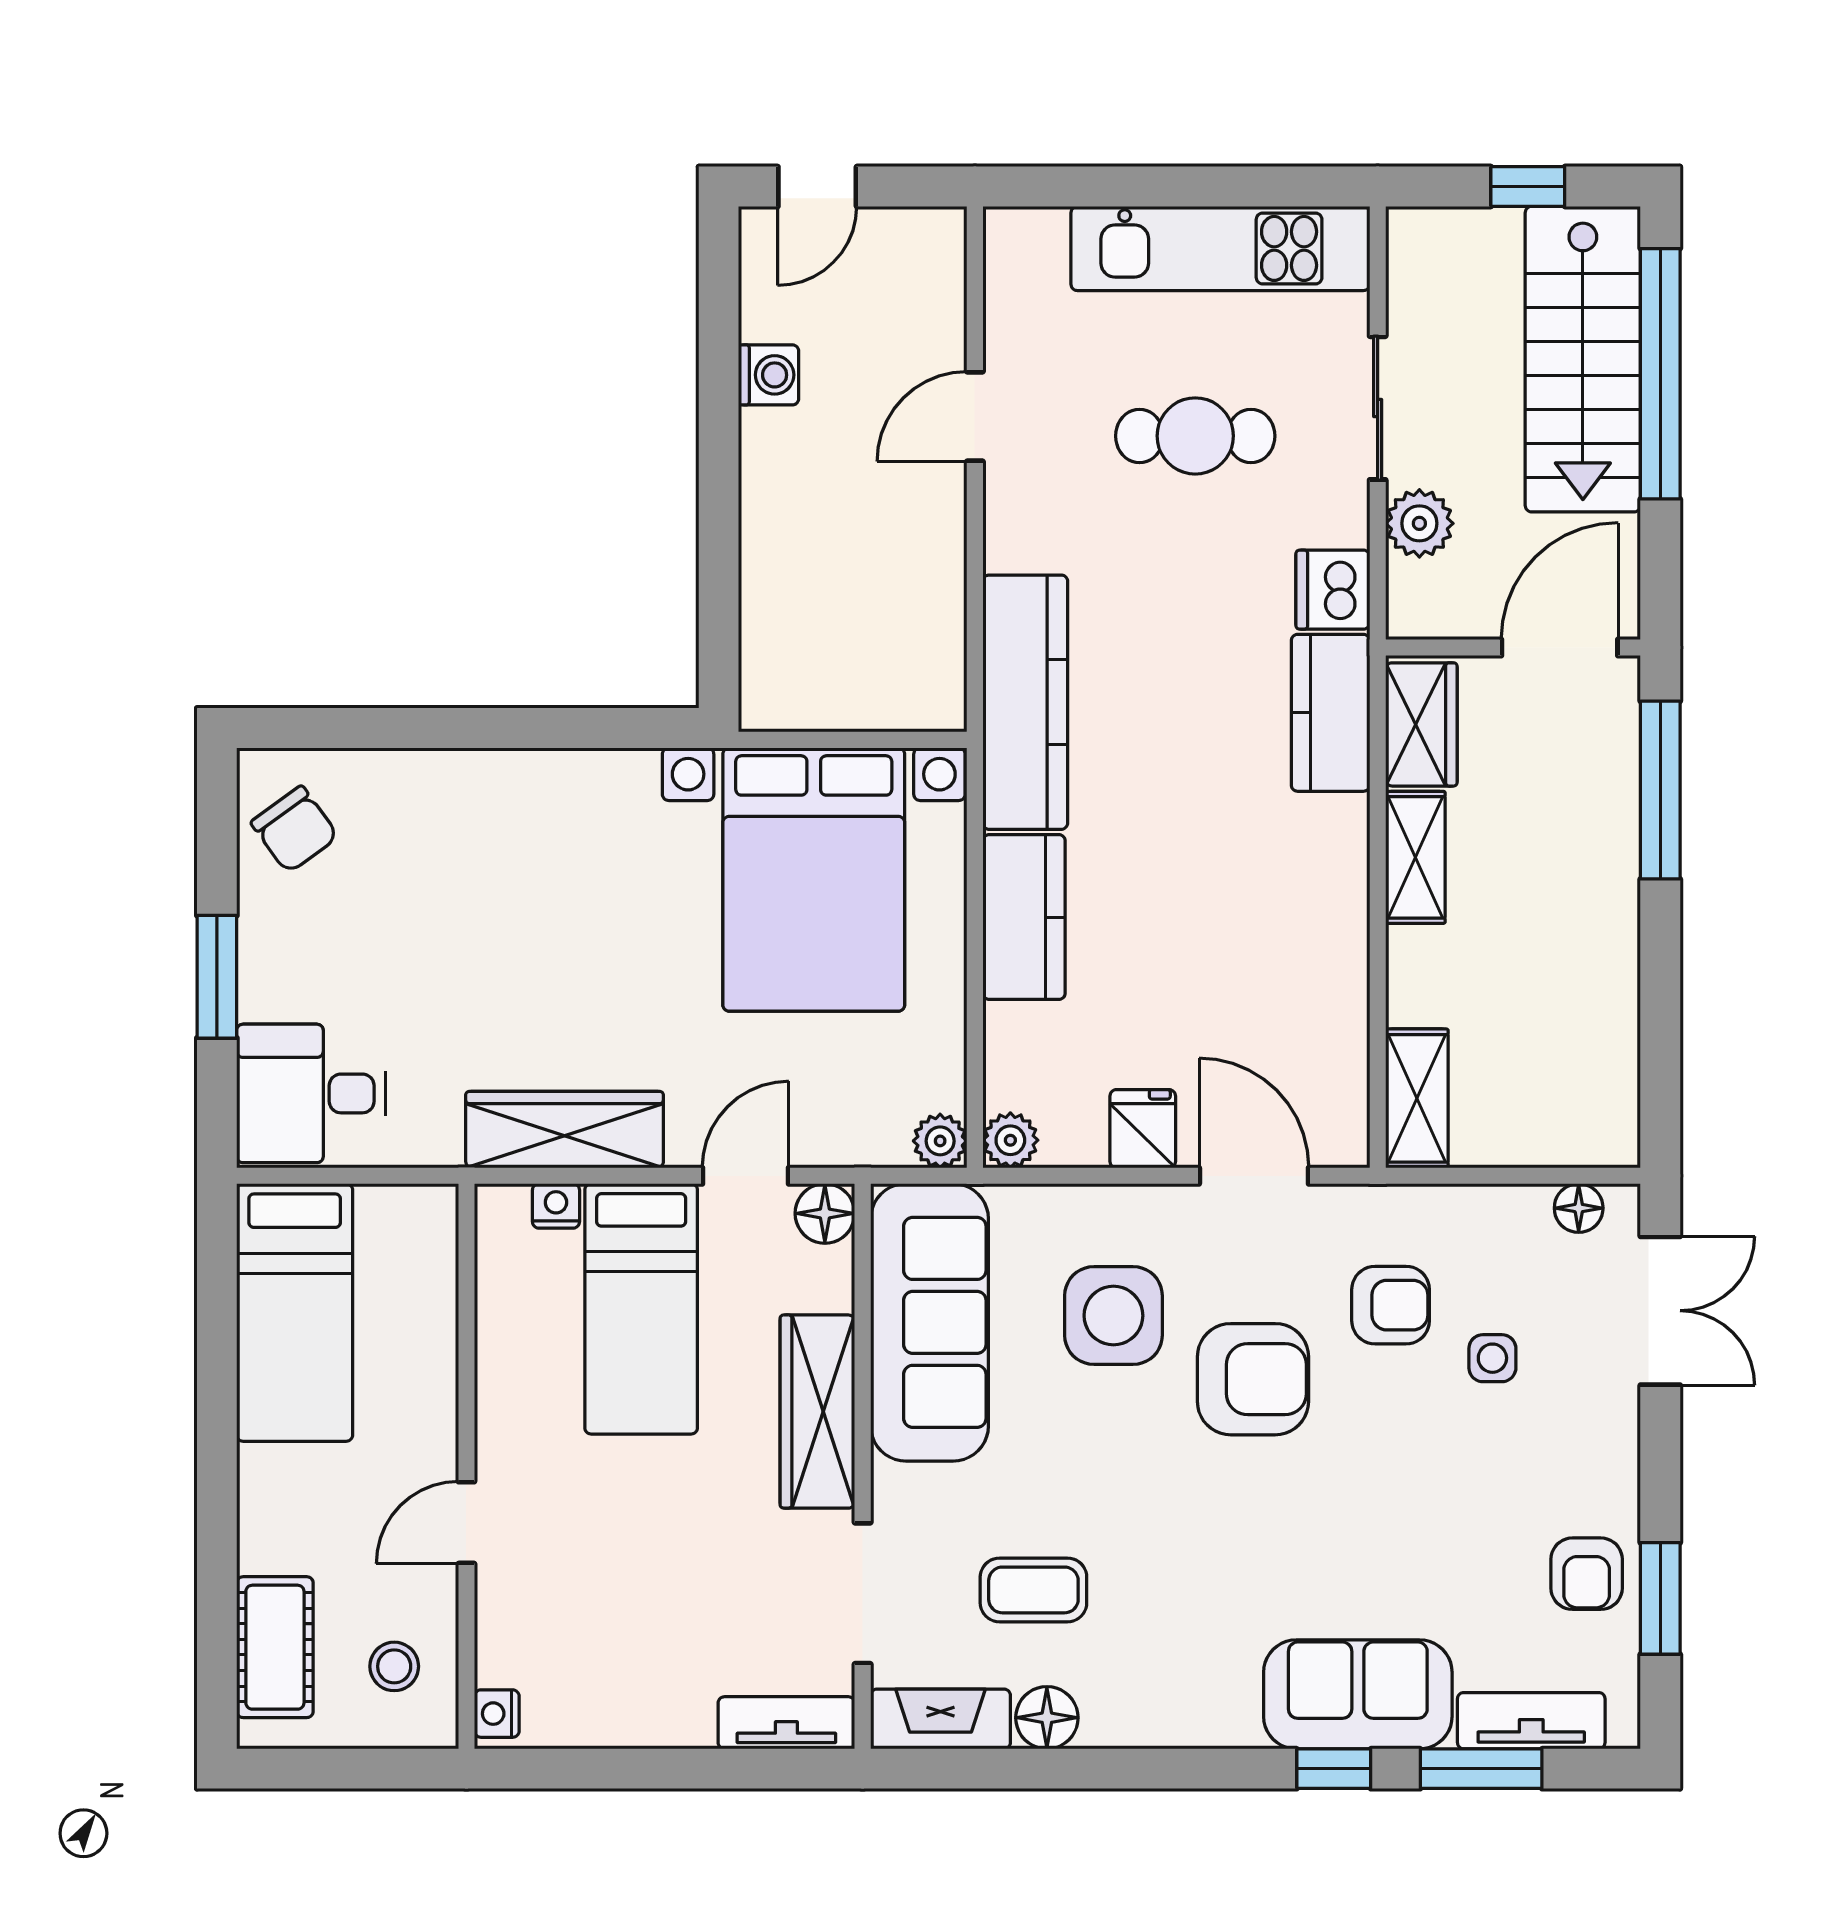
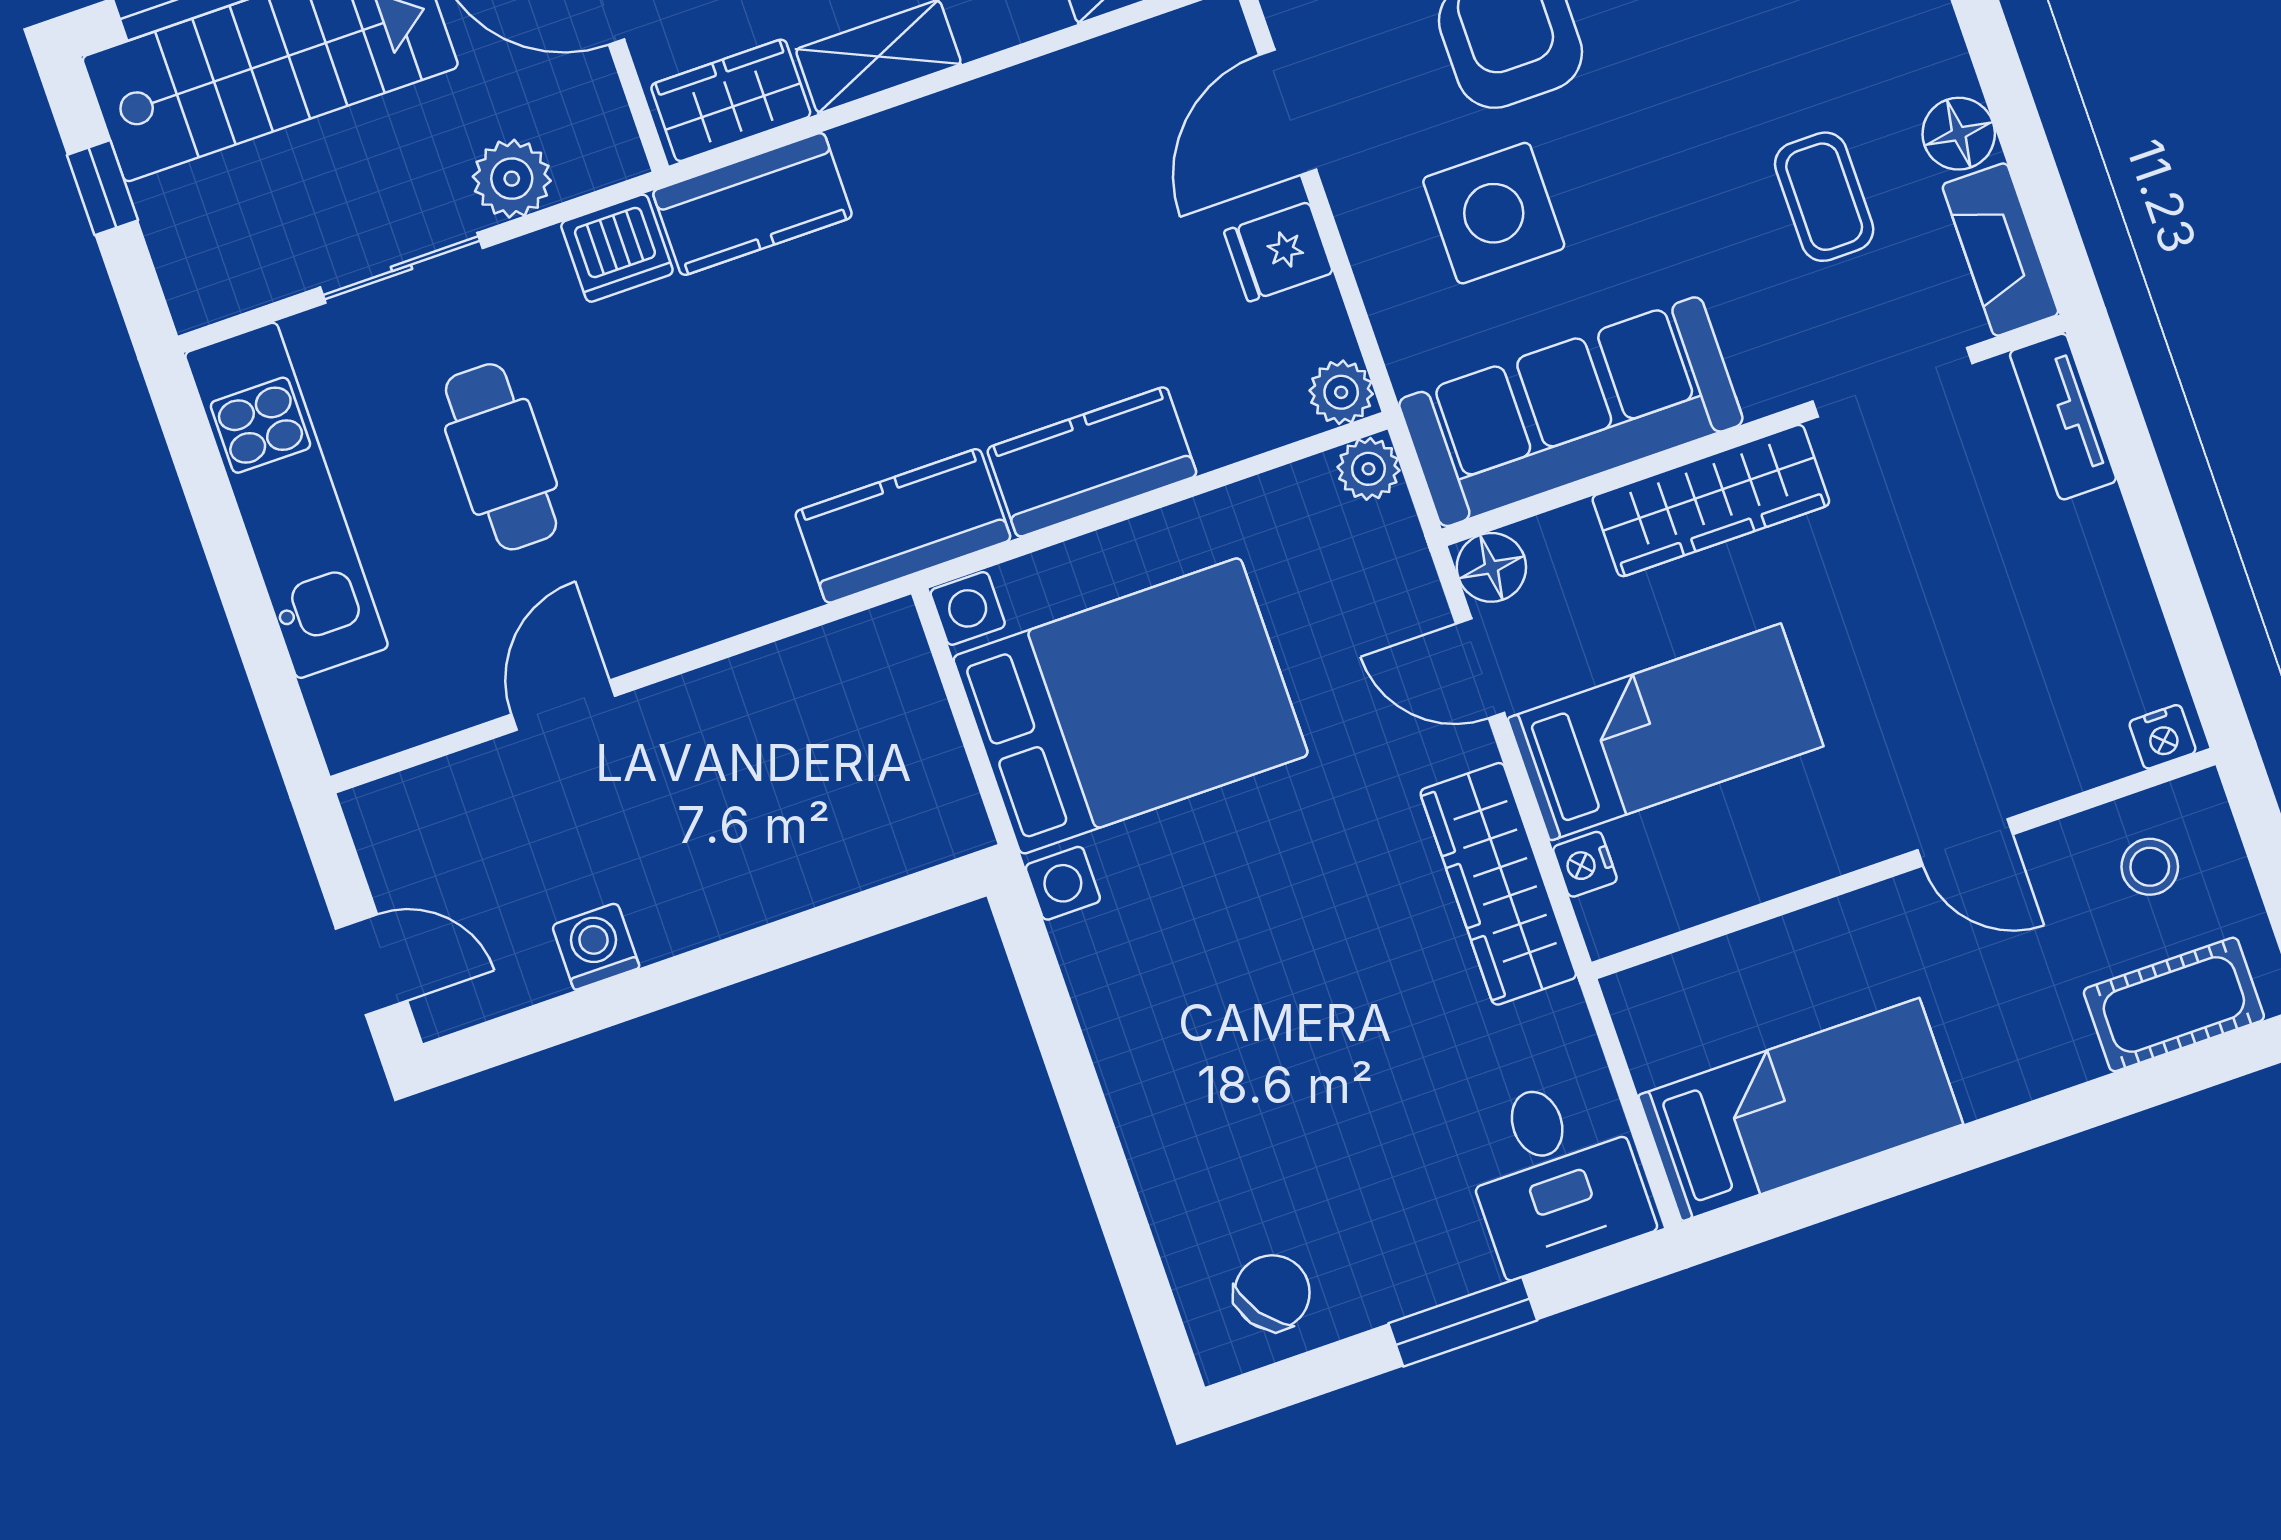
door: (975, 416) -> (563, 705), swing flipped
kitchen counter: (1025, 702) -> (903, 526), width x0.67

